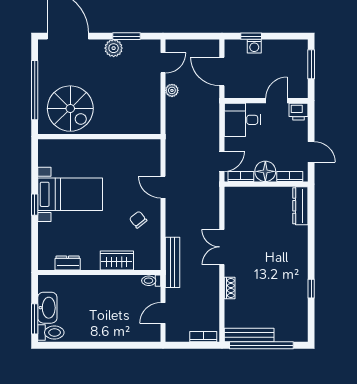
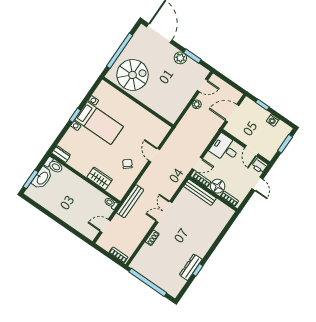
washing machine: (254, 46) -> (273, 120), moved
door: (222, 71) -> (232, 113), hinge flipped
door: (276, 101) -> (251, 151), swing flipped
spiral stairs: (70, 109) -> (133, 75), turned -90
door: (311, 152) -> (257, 184), moved
dresser: (300, 206) -> (191, 267), moved
dresser: (68, 263) -> (61, 154), moved
toilet: (51, 332) -> (54, 165), moved
bench: (249, 335) -> (200, 192), moved

